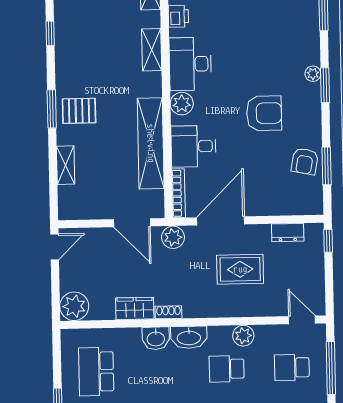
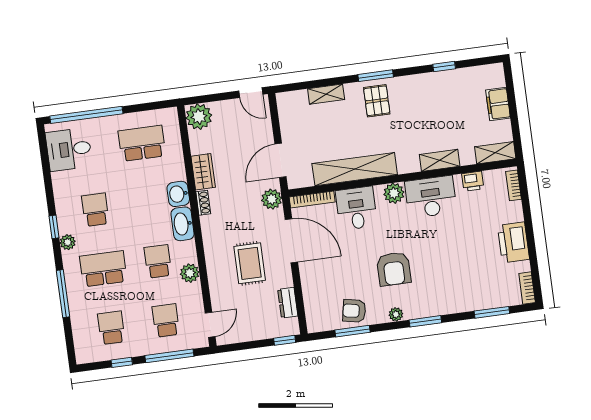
plant: (313, 74) -> (396, 314), moved

